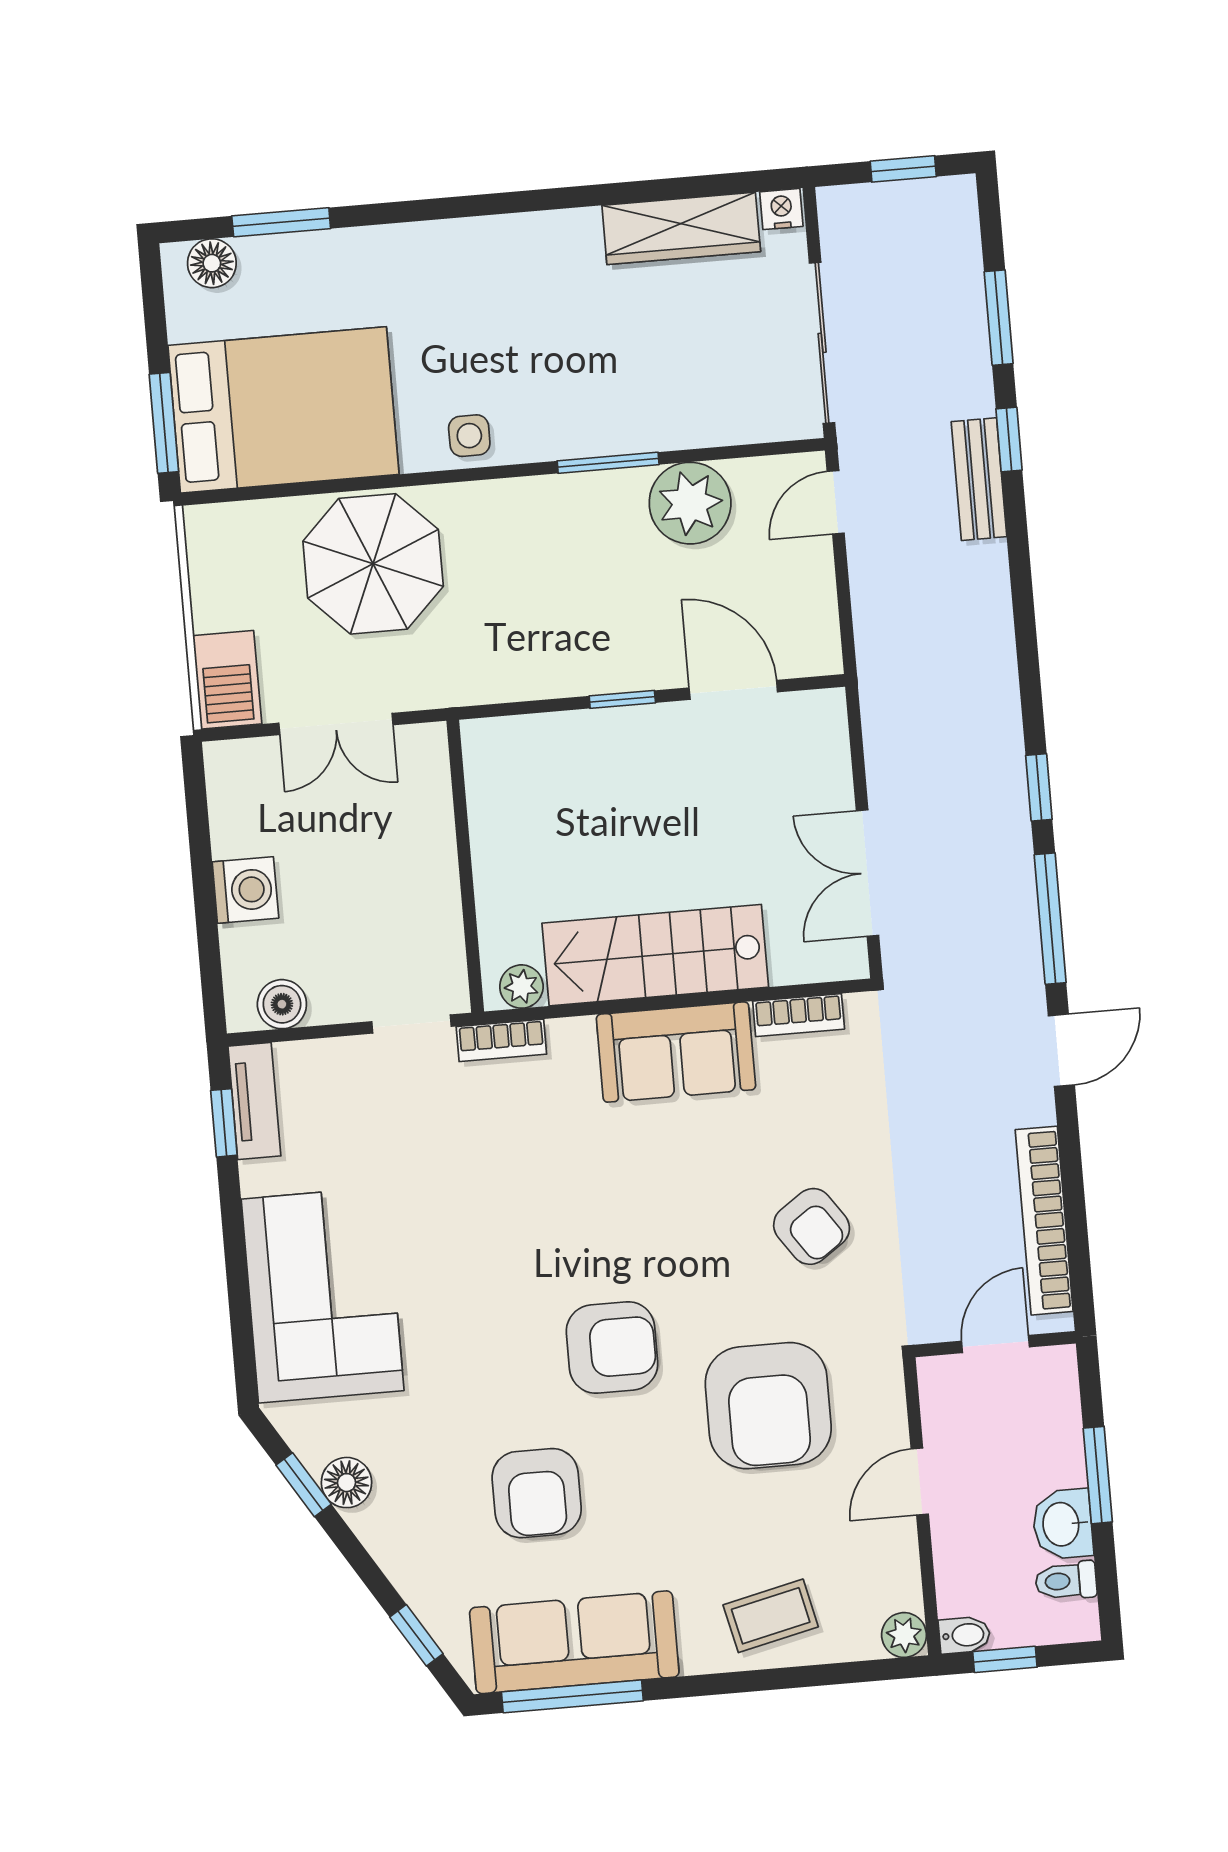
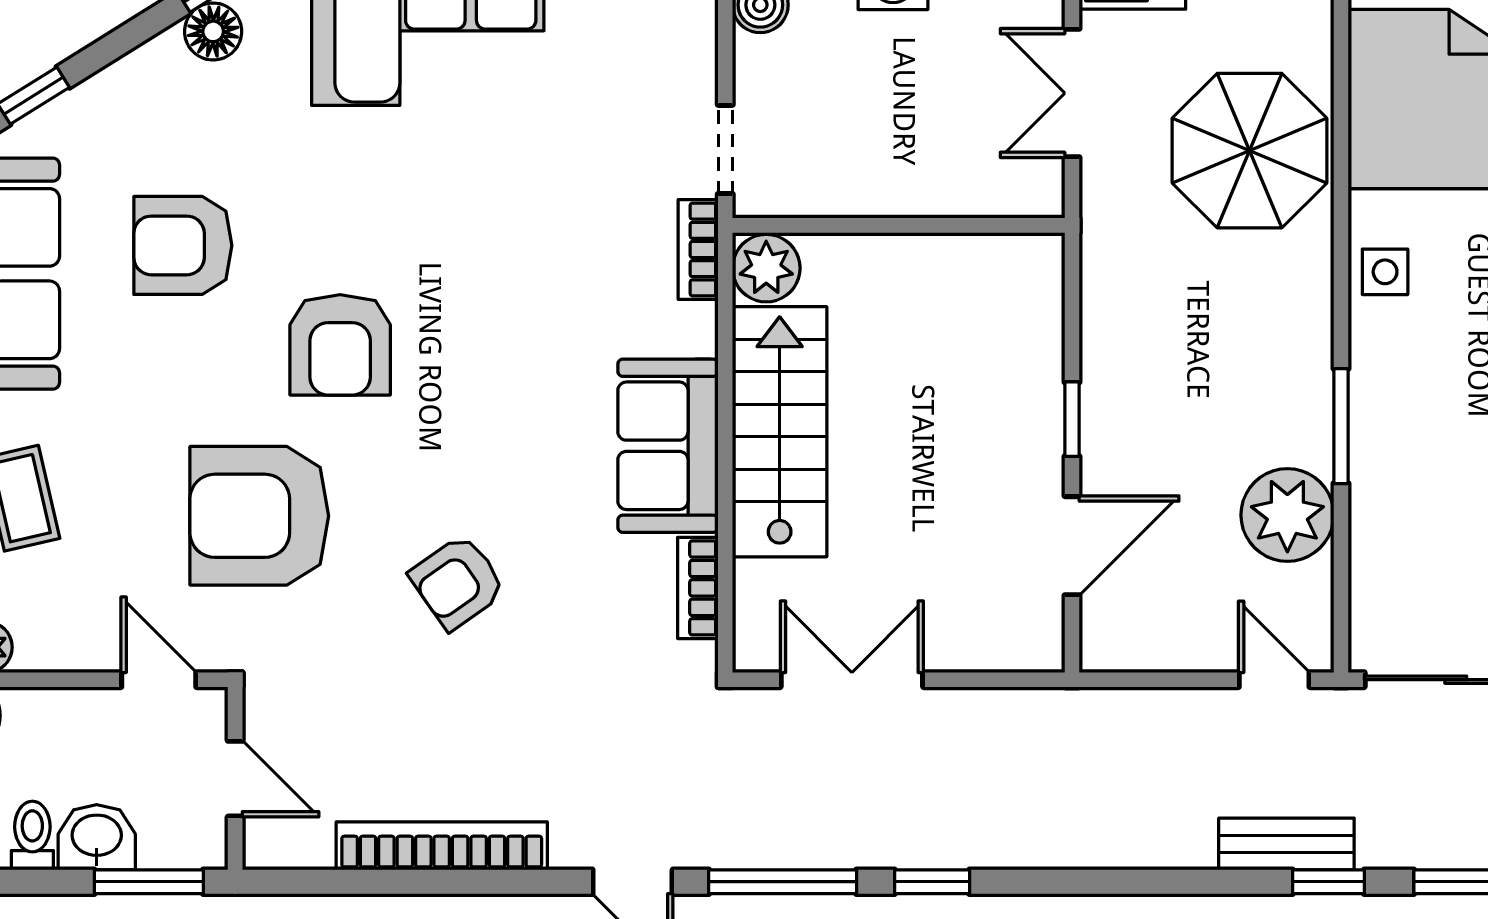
plant: (521, 987) -> (766, 268), width x1.38, depth x1.38
door: (995, 1344) -> (235, 779), moved
wall: (995, 1344) -> (235, 778), moved

